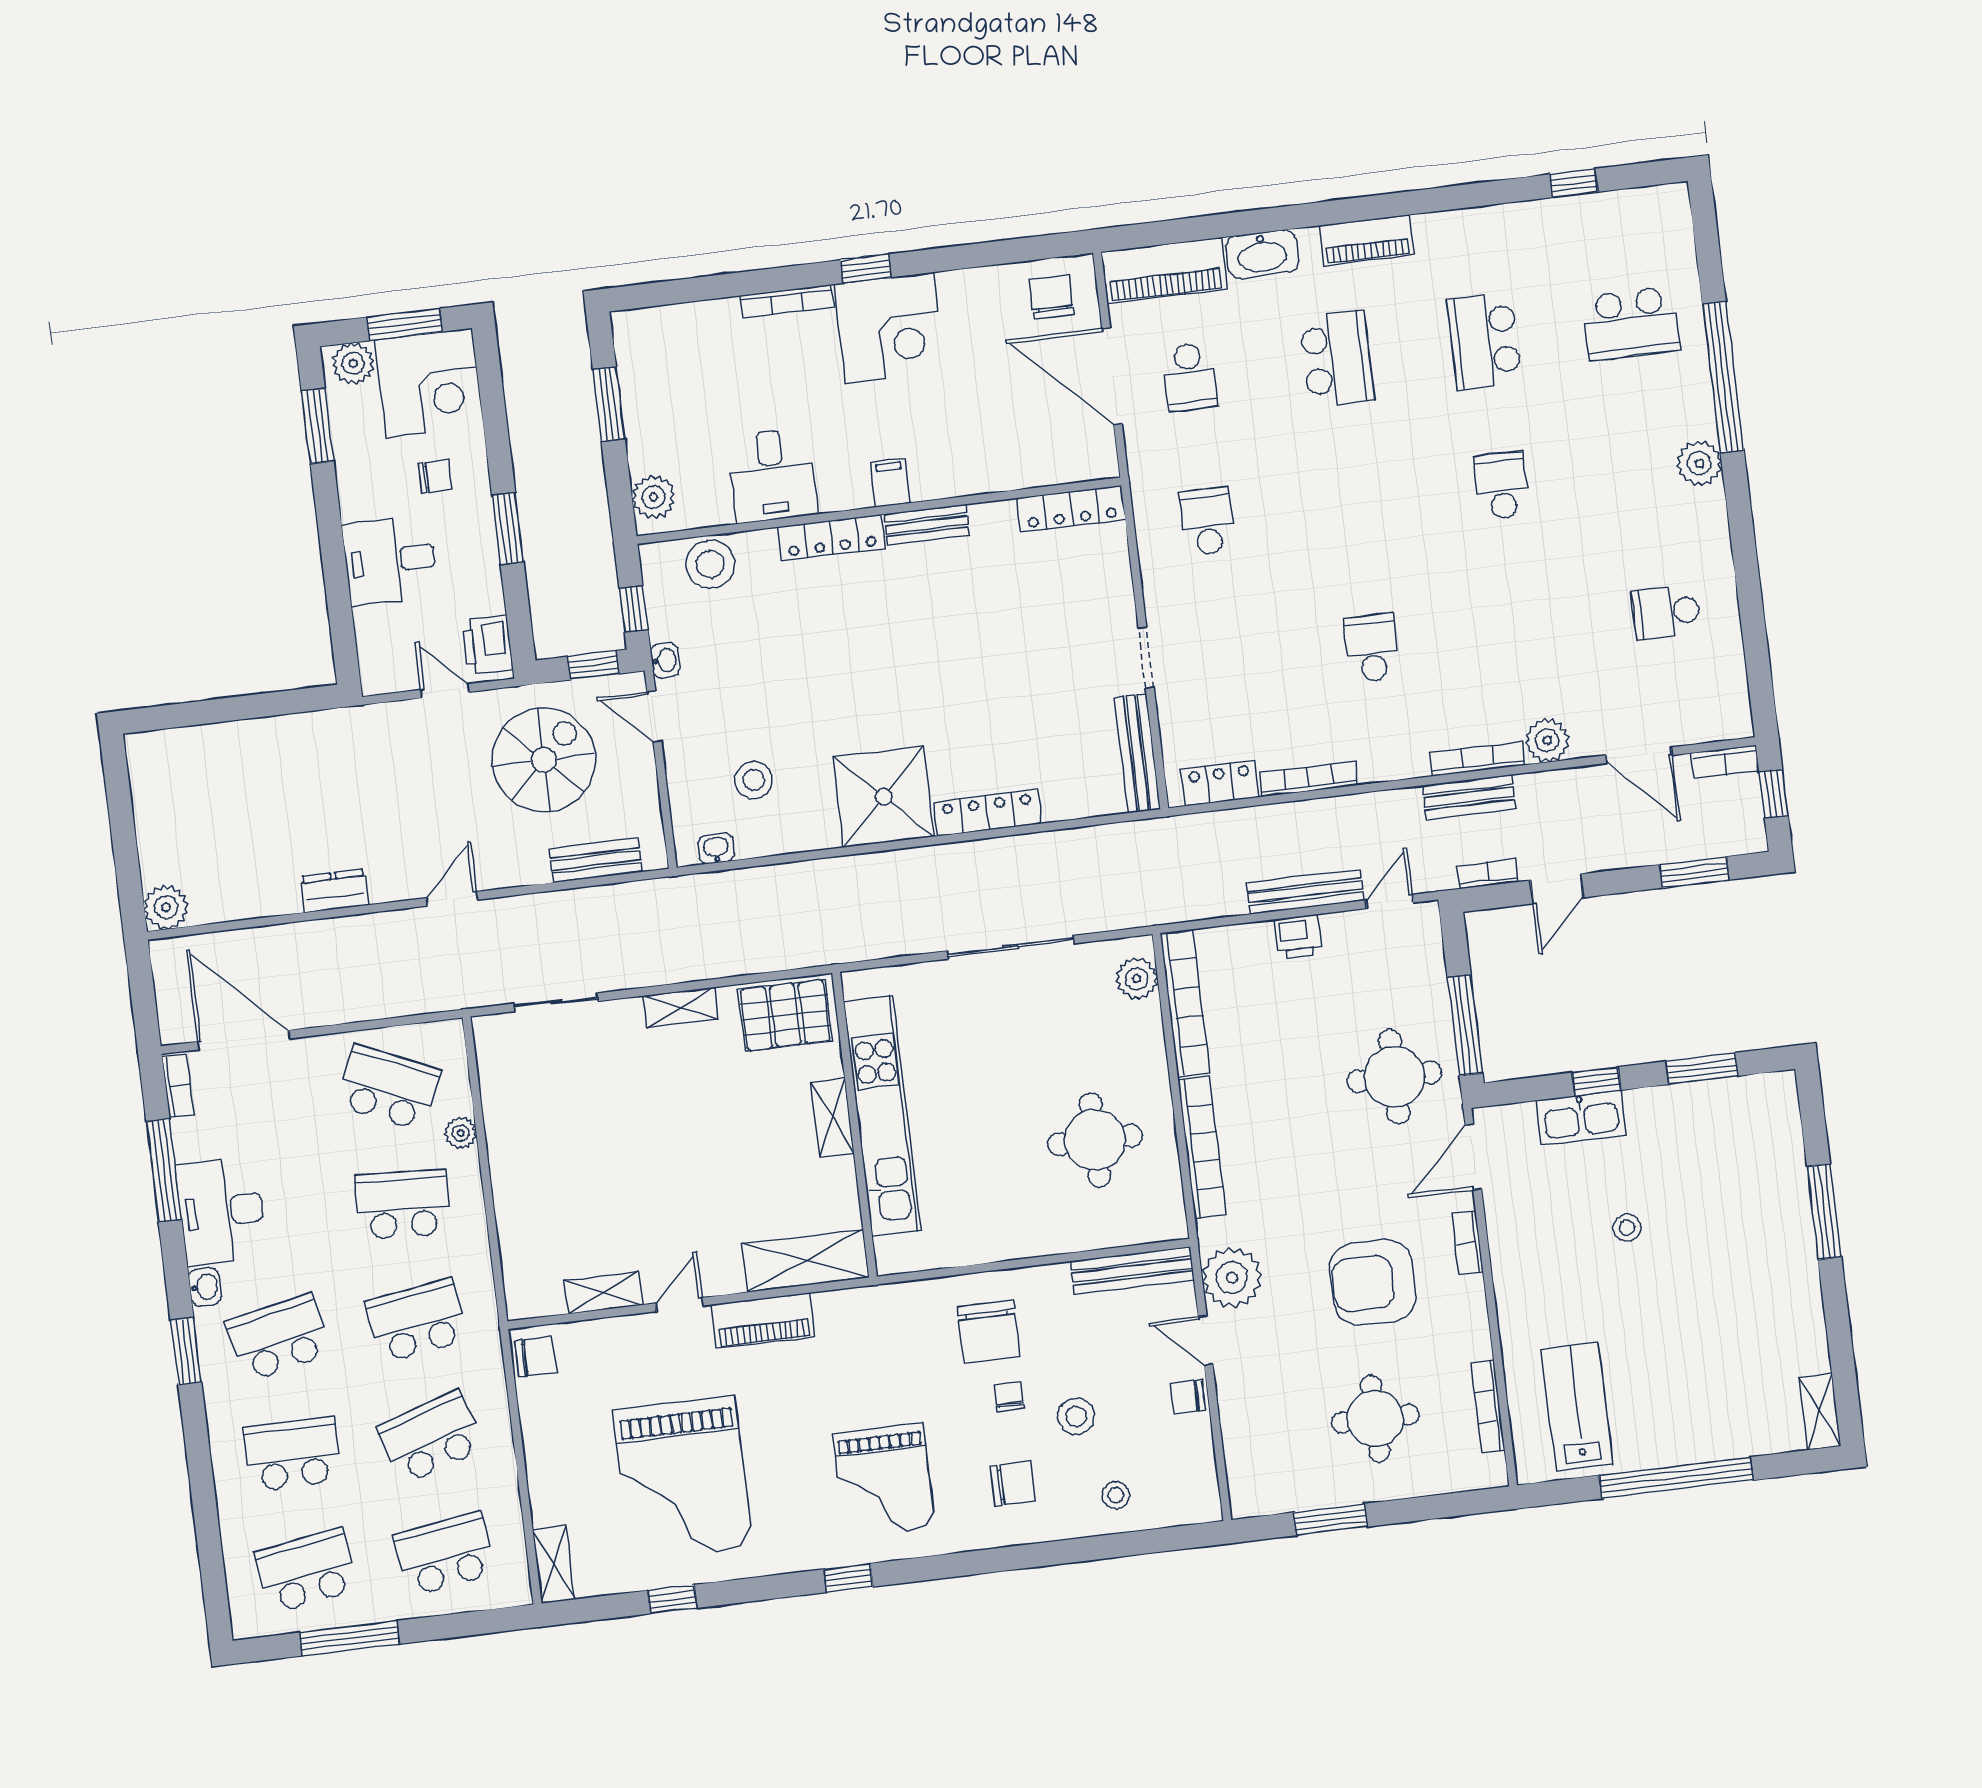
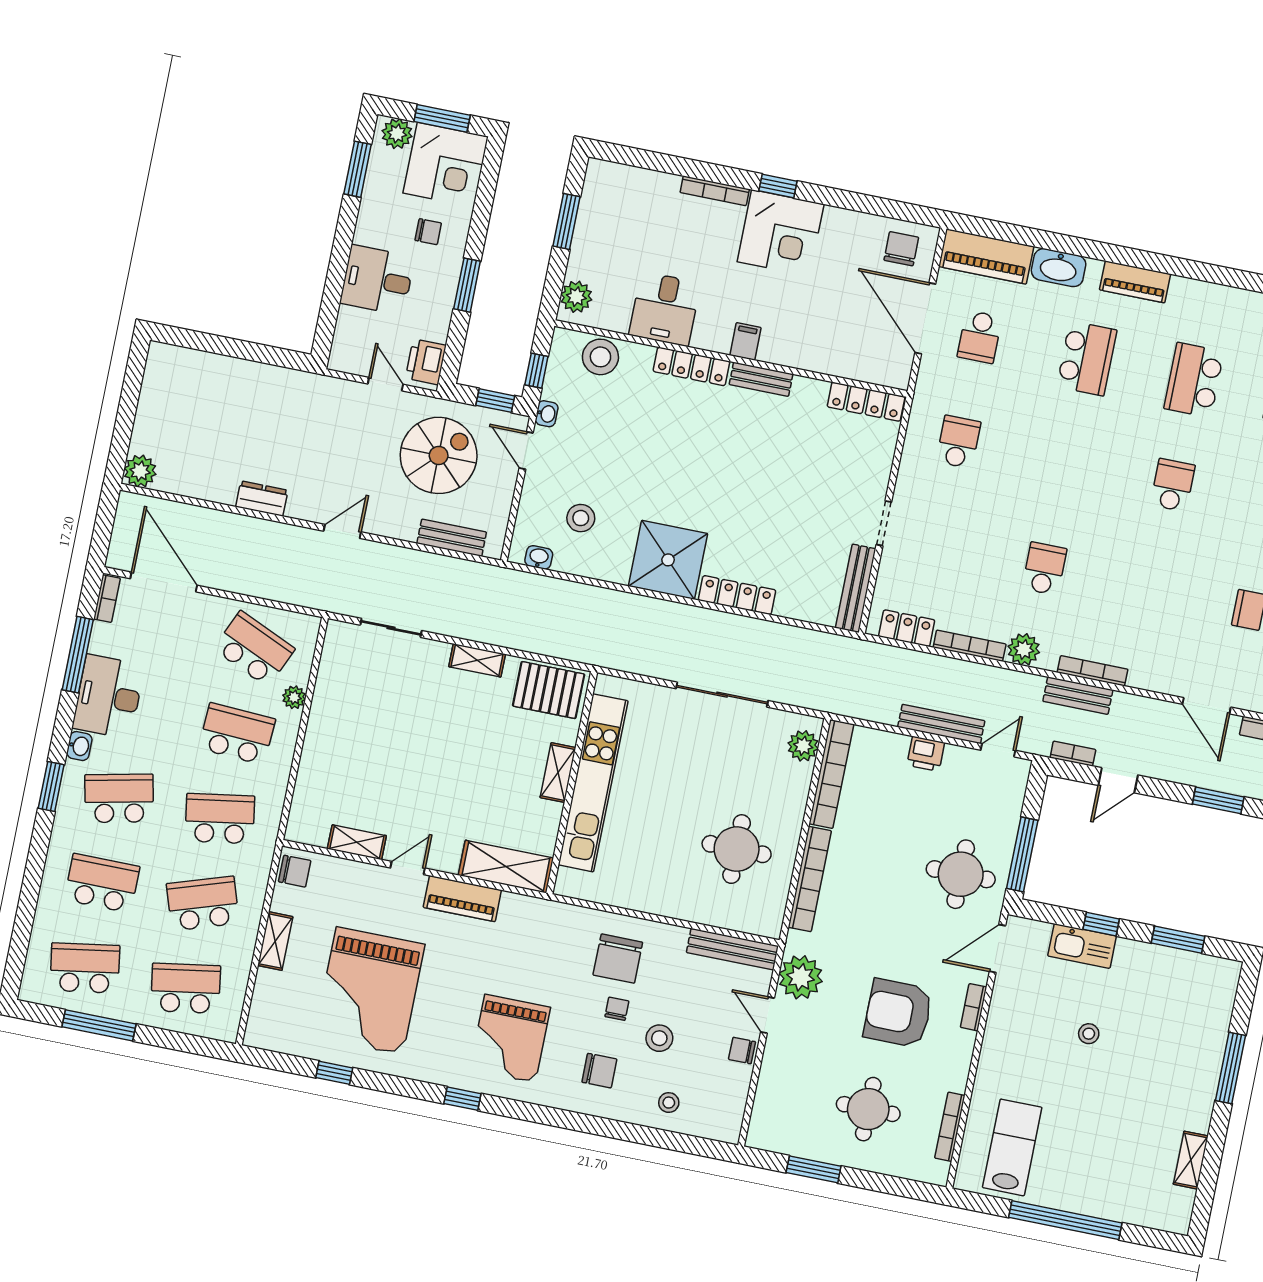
plant: (1547, 740) -> (1024, 649), moved
shelving: (1820, 1412) -> (1191, 1160), moved
shelving: (553, 1564) -> (275, 941), moved

